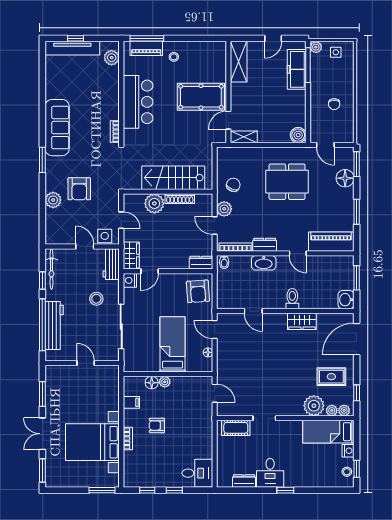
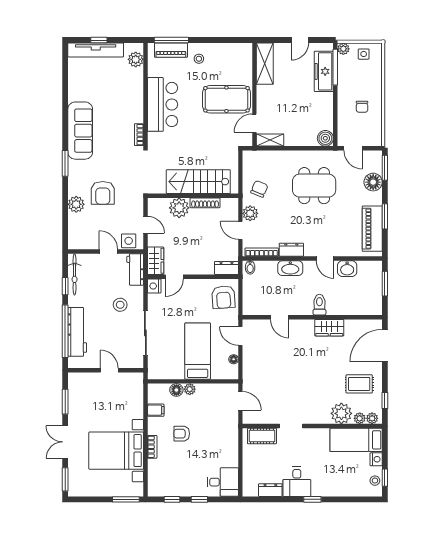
piano: (331, 242) -> (372, 229), moved, turned -90
washbasin: (346, 300) -> (347, 269), moved, turned -90

